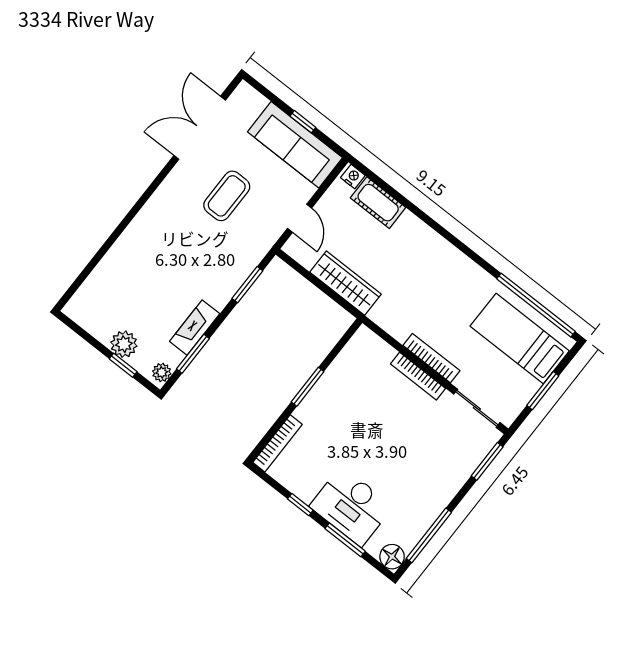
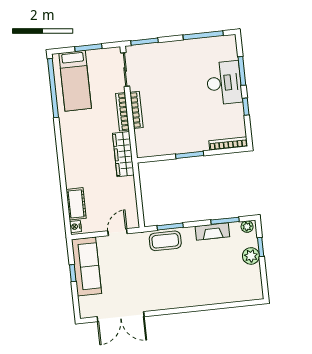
coffee table: (227, 196) -> (165, 241), moved
wardrobe: (346, 283) -> (123, 154), moved
floor lamp: (392, 557) -> (229, 43), removed

